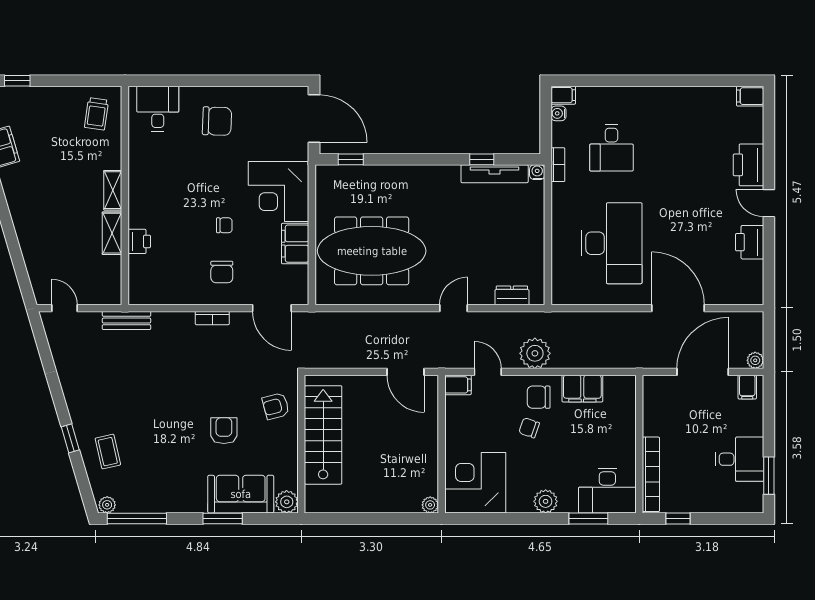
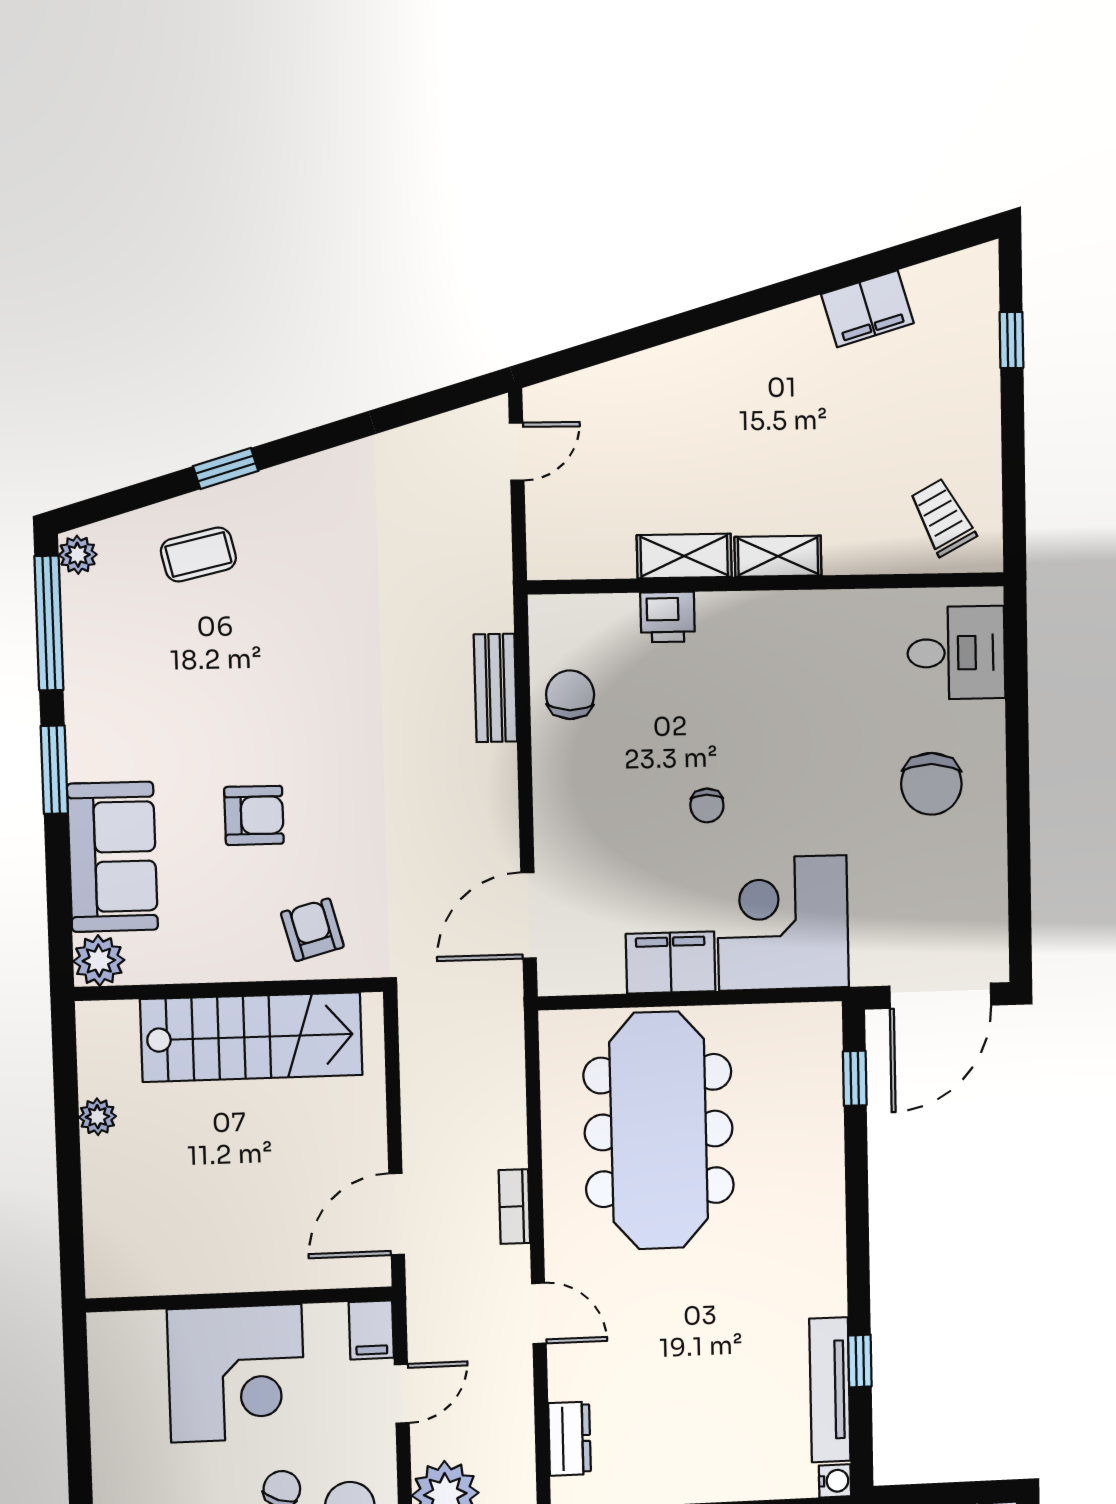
trolley: (96, 114) -> (943, 517), turned 54
chair: (222, 272) -> (570, 695), moved, turned 92
bookcase: (212, 318) -> (514, 1207), moved
bench: (126, 320) -> (495, 688), moved
corner desk: (475, 483) -> (236, 1373), moved, turned 90
plant: (430, 505) -> (97, 1117), moved
window: (223, 519) -> (54, 770), moved

